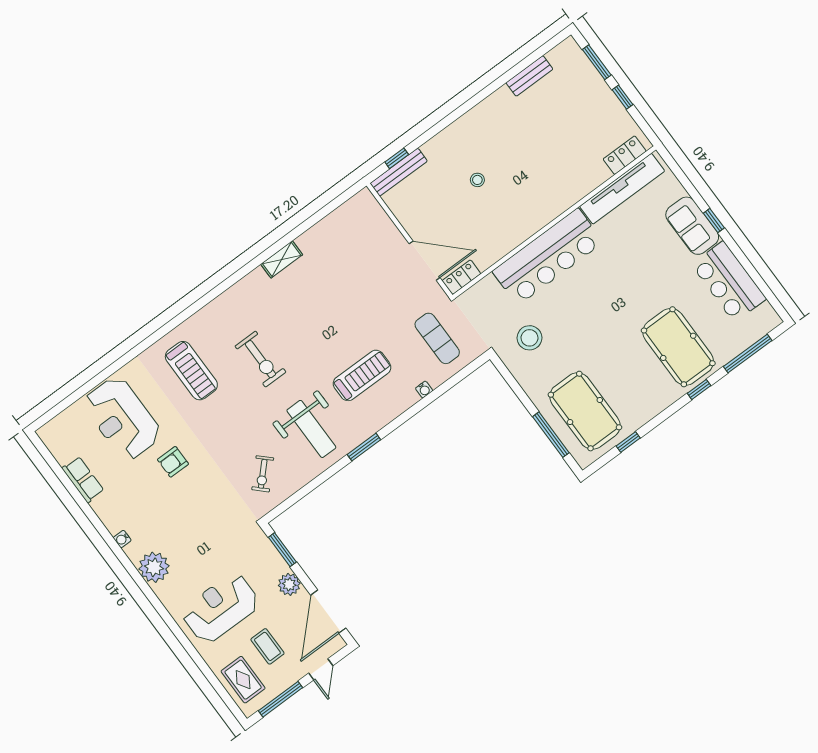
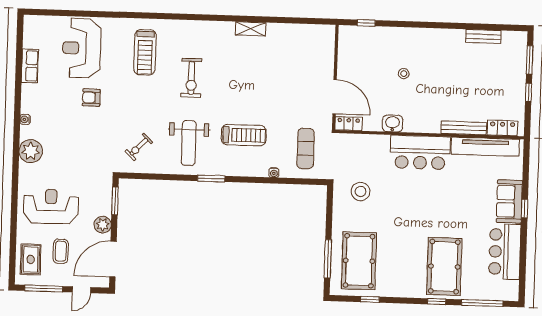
bench: (399, 172) -> (464, 128), moved
washbasin: (507, 241) -> (392, 123), added
bar counter: (548, 257) -> (420, 152), width x0.73

